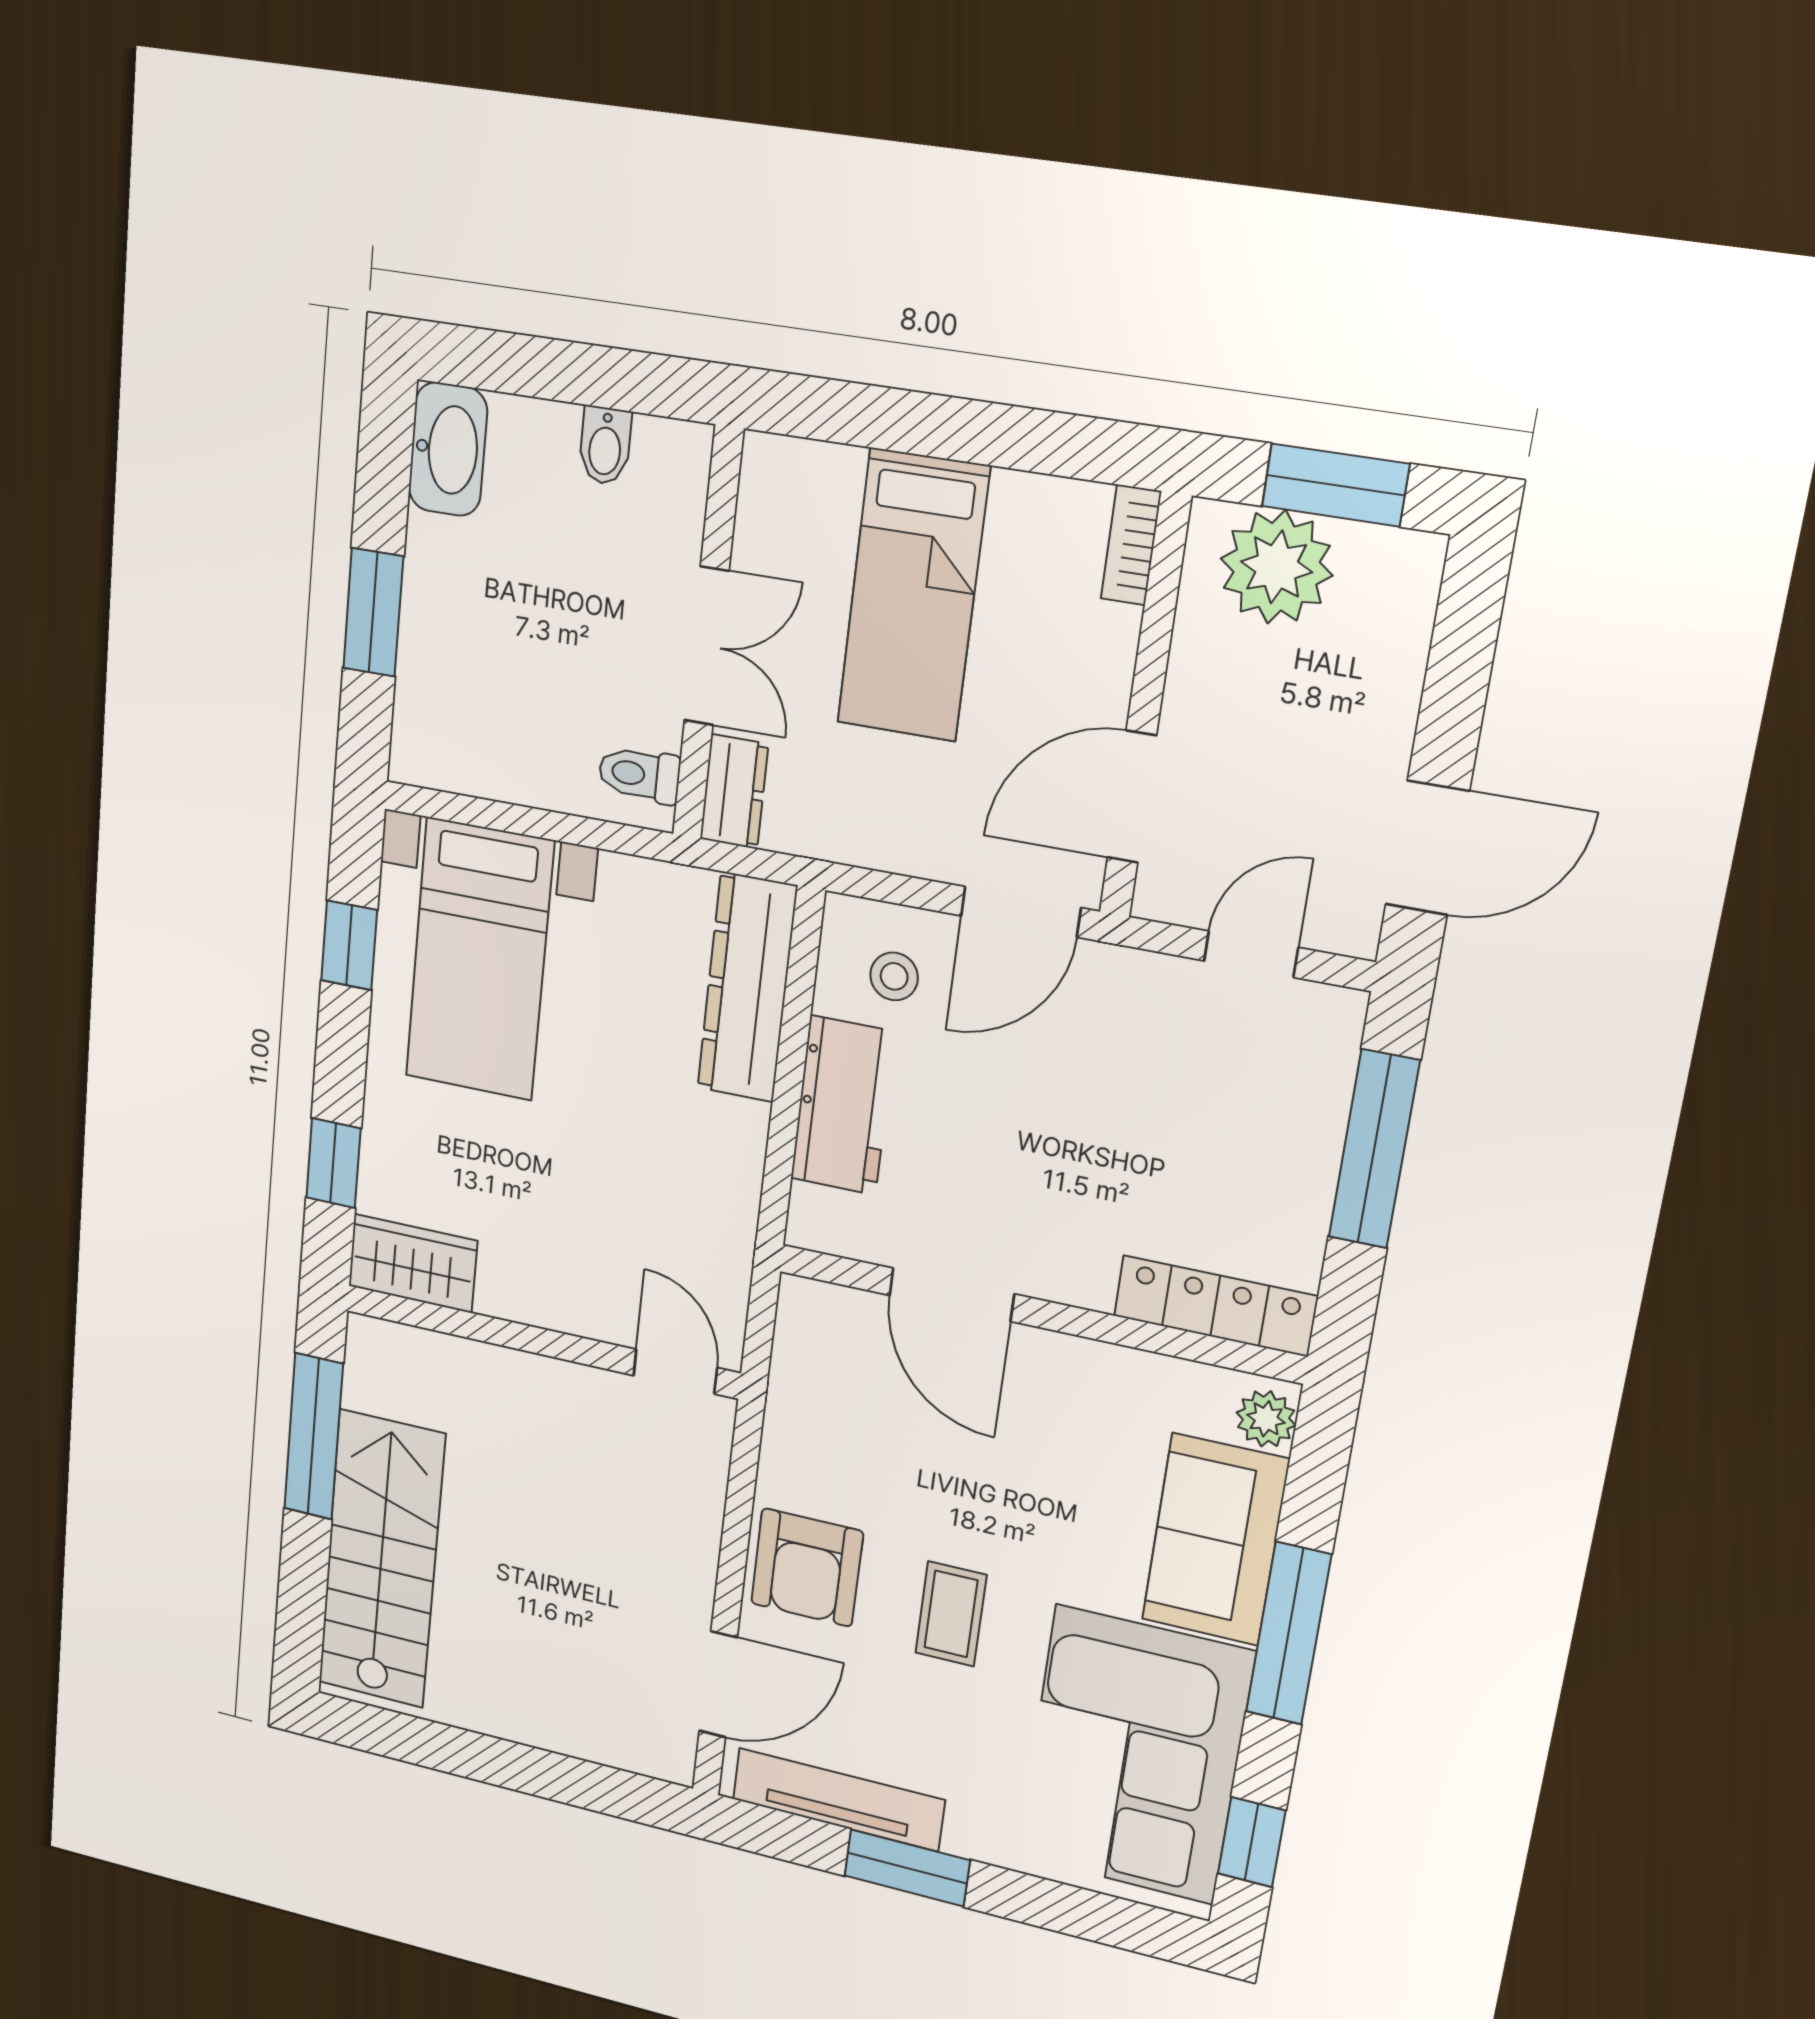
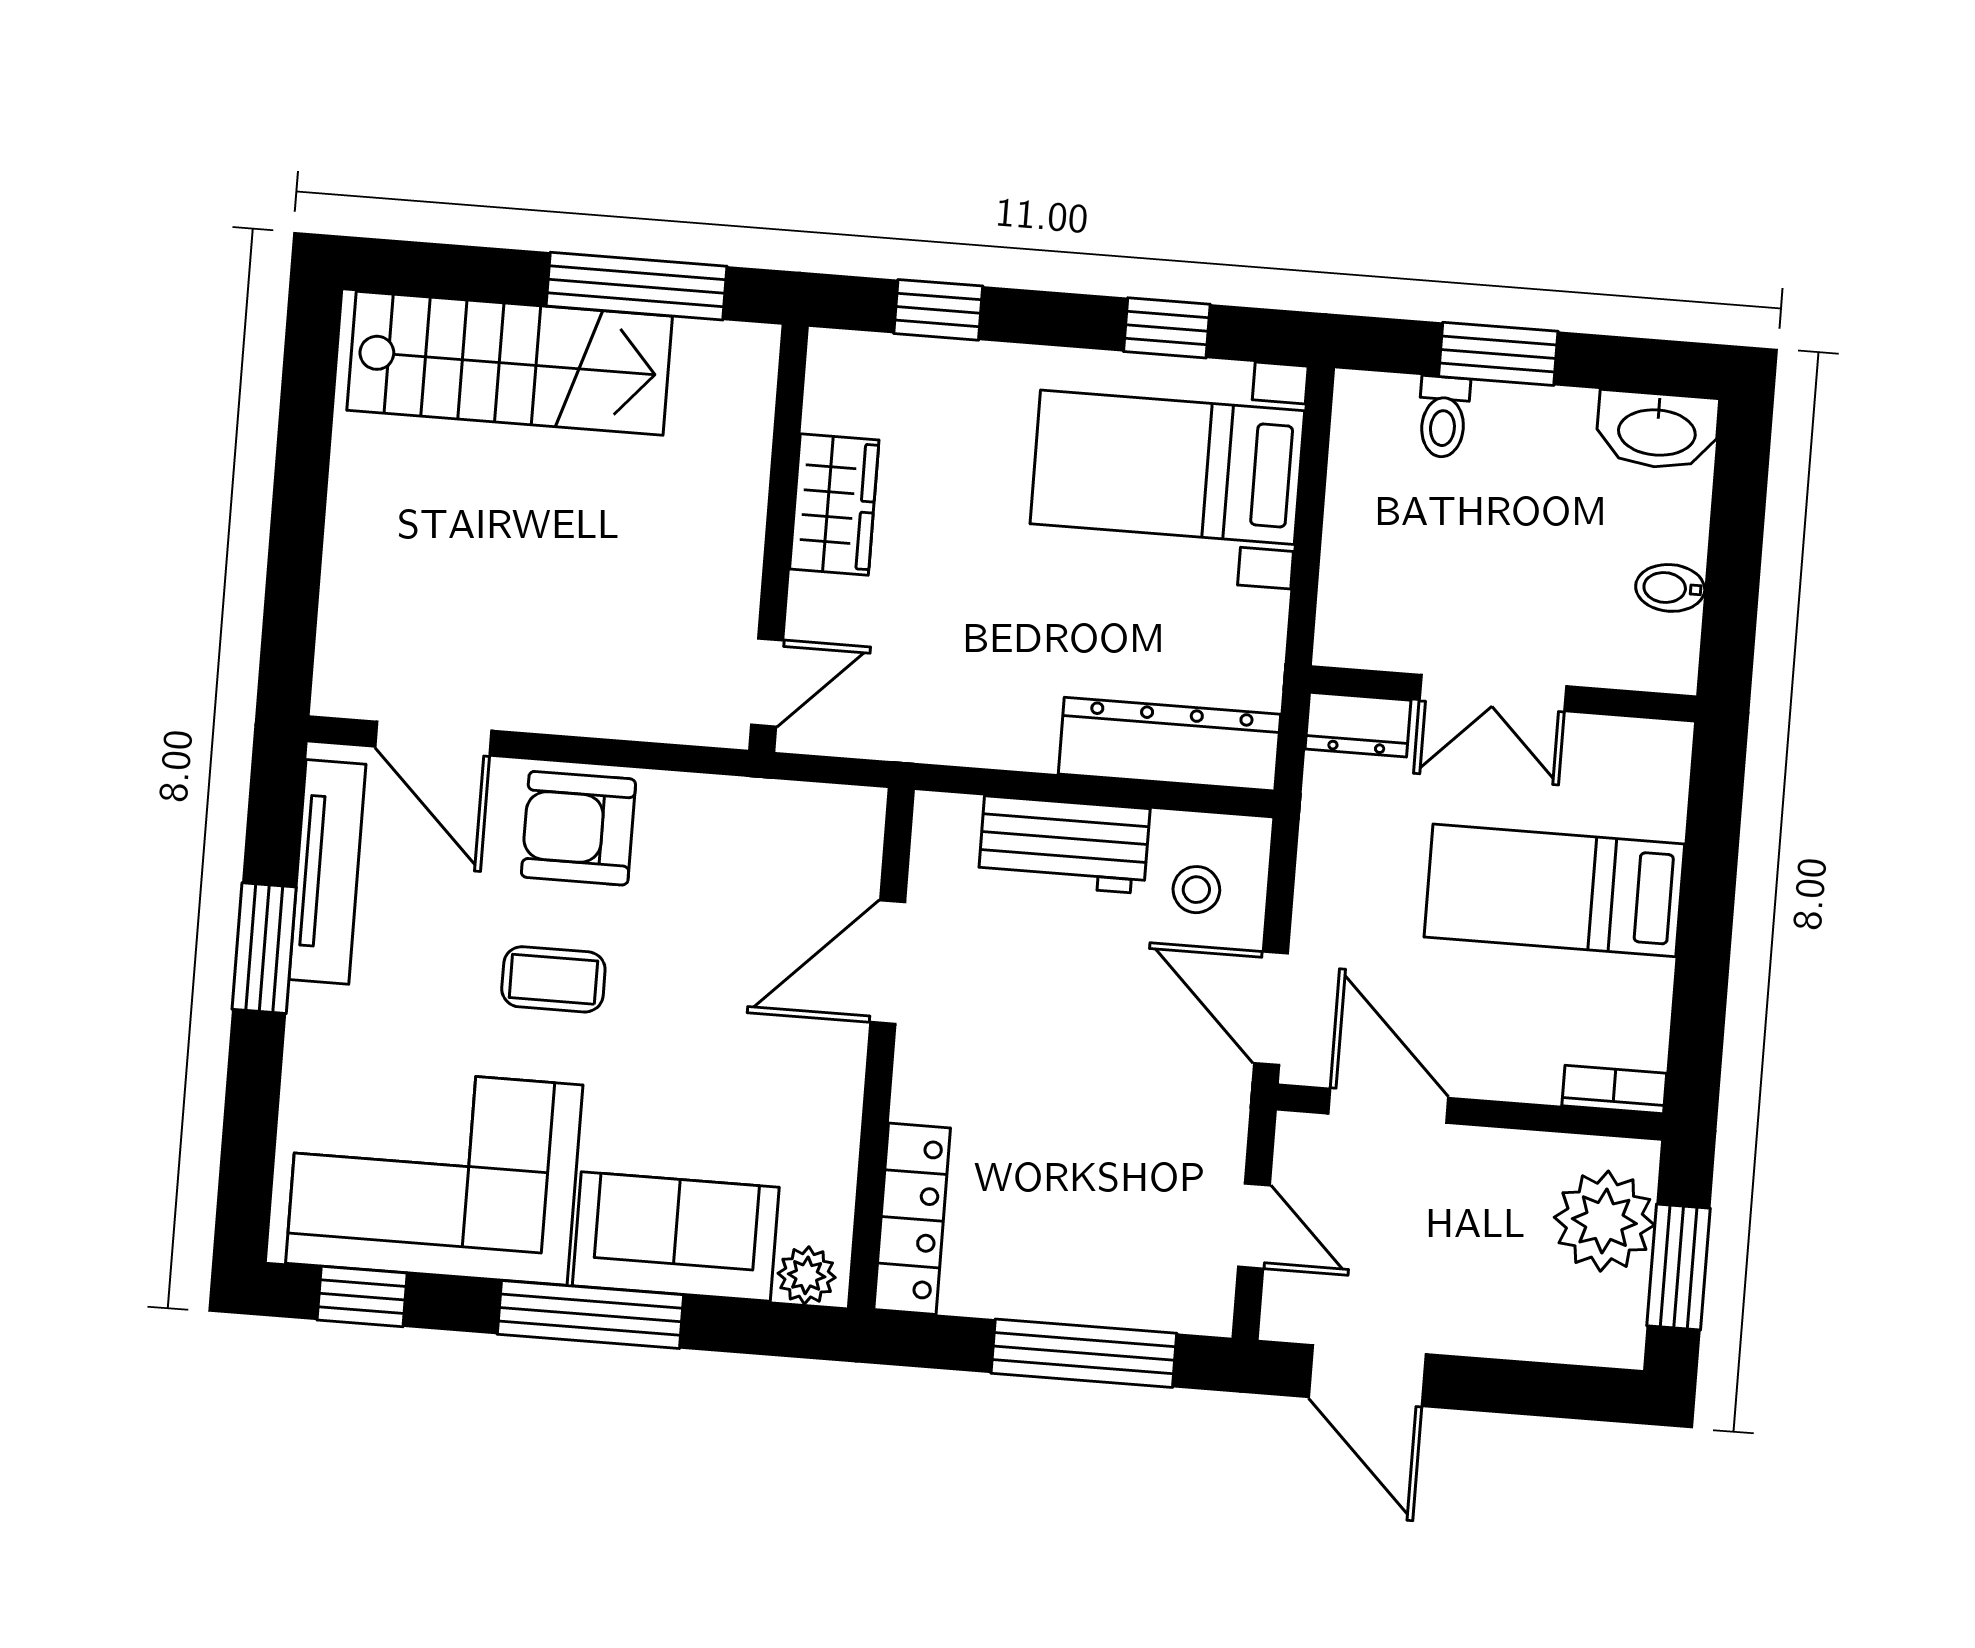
toilet: (639, 775) -> (1443, 417), moved, turned 180
wardrobe: (413, 1263) -> (834, 504), moved

